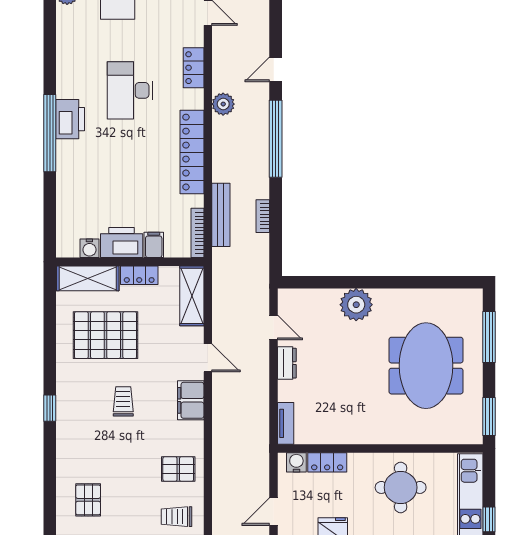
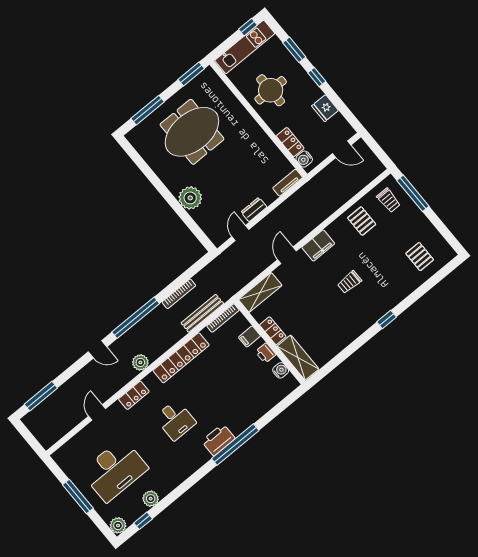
desk: (130, 90) -> (175, 420), width x0.73
bookcase: (263, 216) -> (179, 294), width x1.56
printer: (122, 243) -> (266, 353), width x0.53, depth x0.68
pallet: (106, 335) -> (321, 322), removed
pallet: (88, 500) -> (420, 257), turned 90

